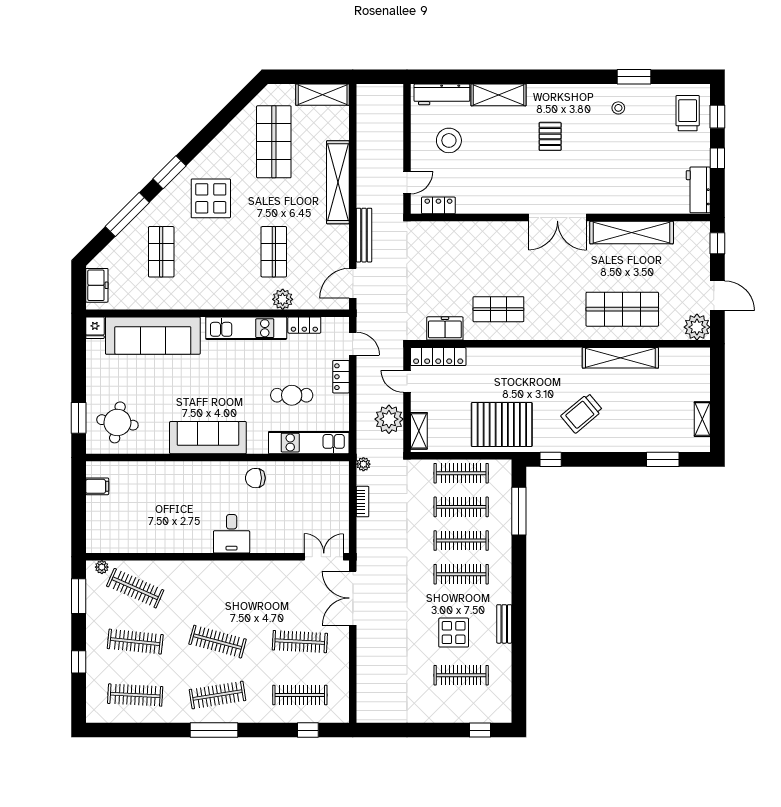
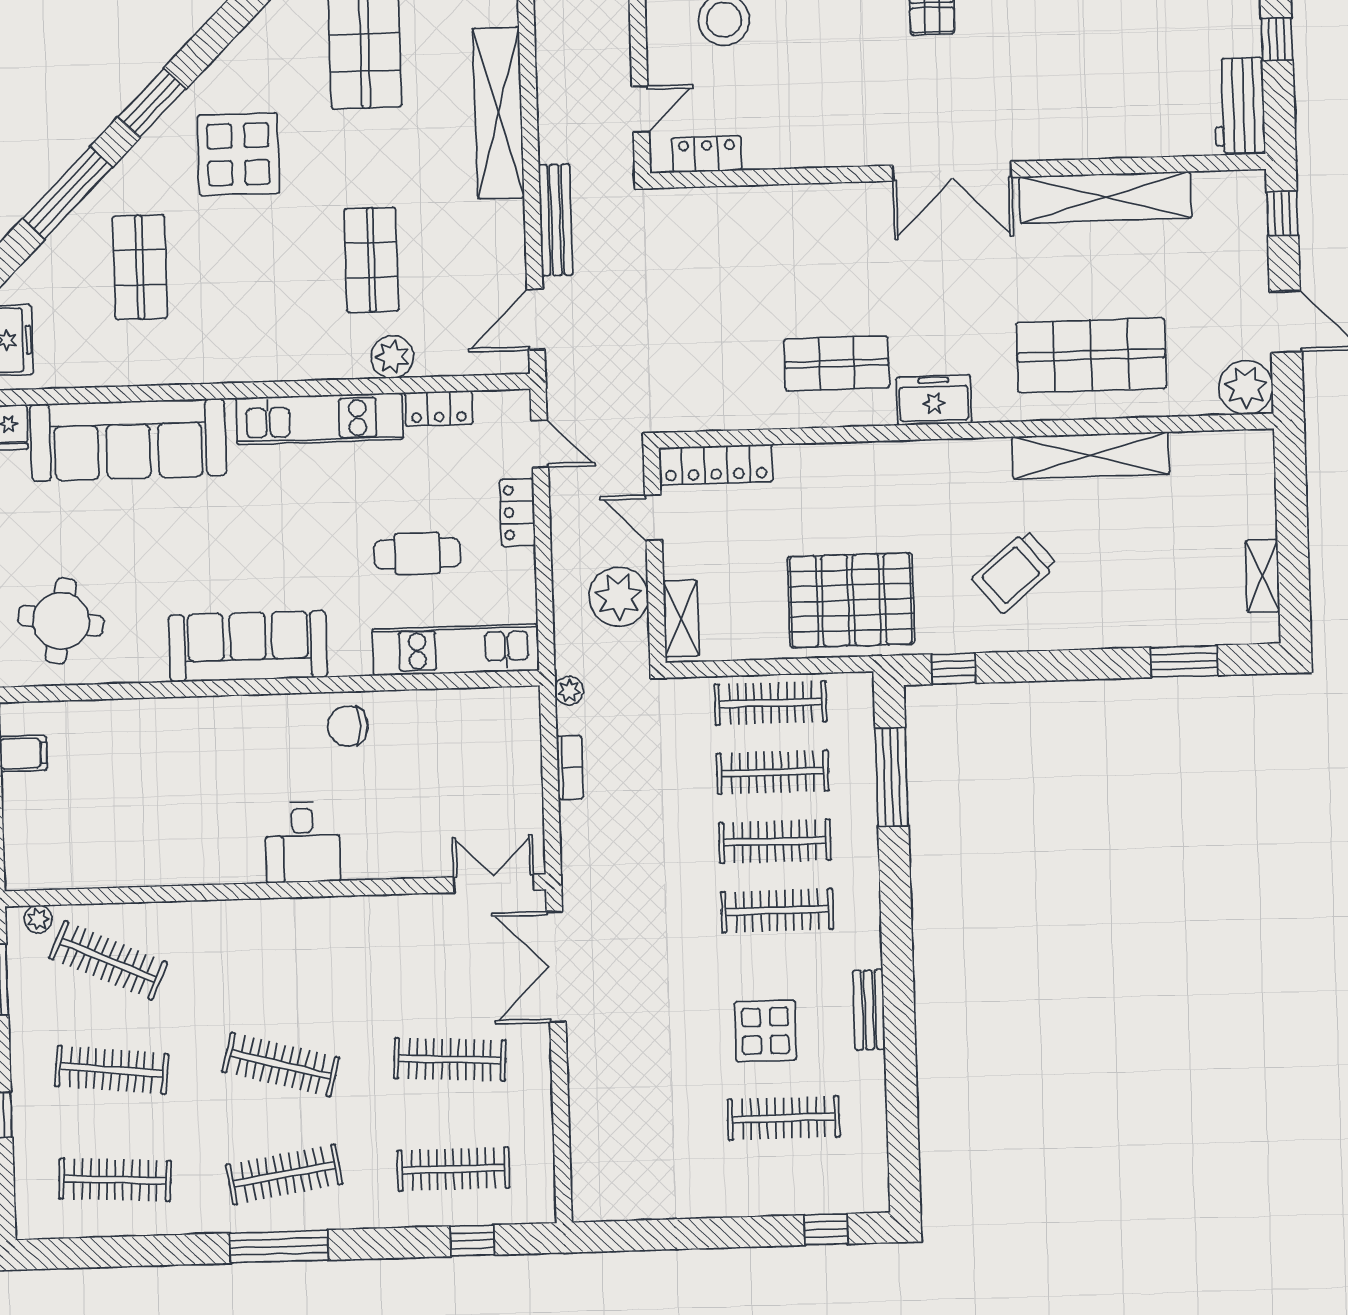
freezer: (445, 328) -> (934, 400), moved

